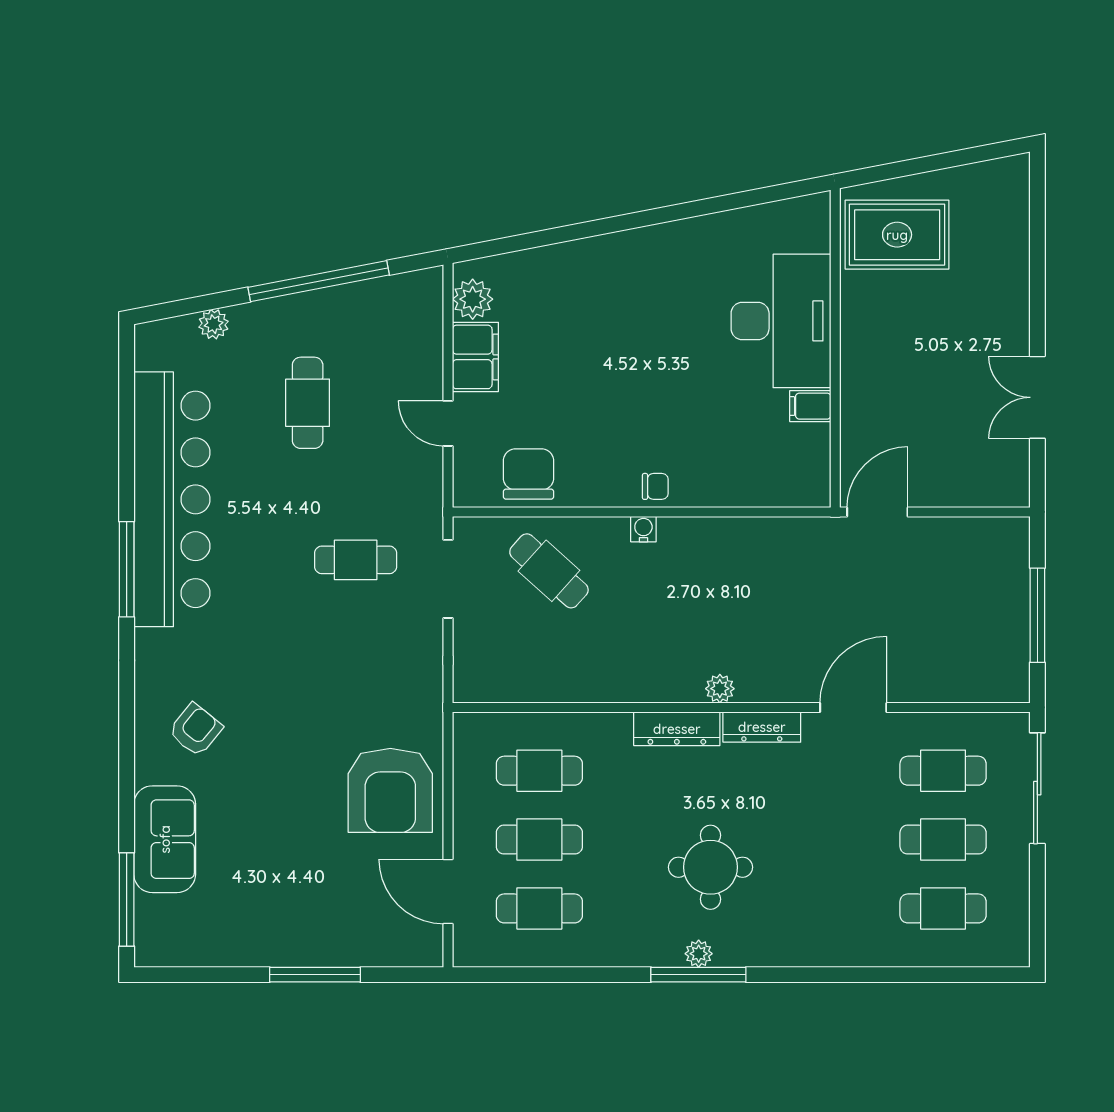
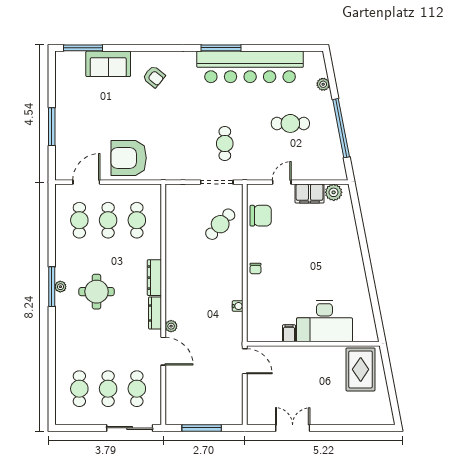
water cooler: (643, 529) -> (238, 306), moved
plant: (720, 689) -> (171, 326), moved

